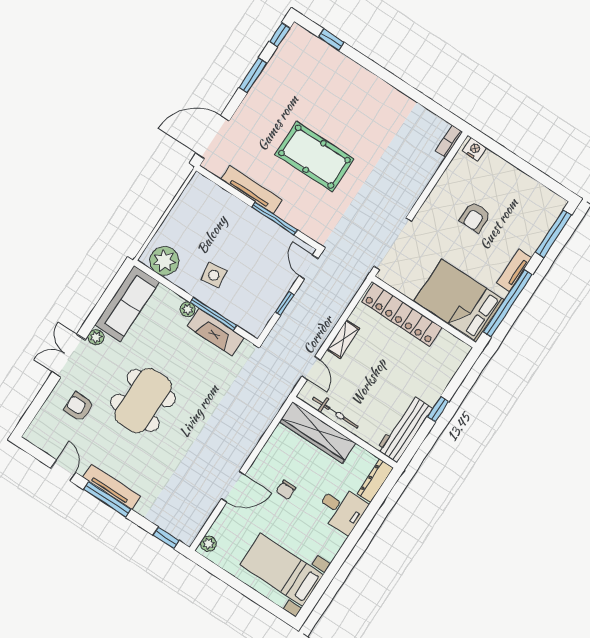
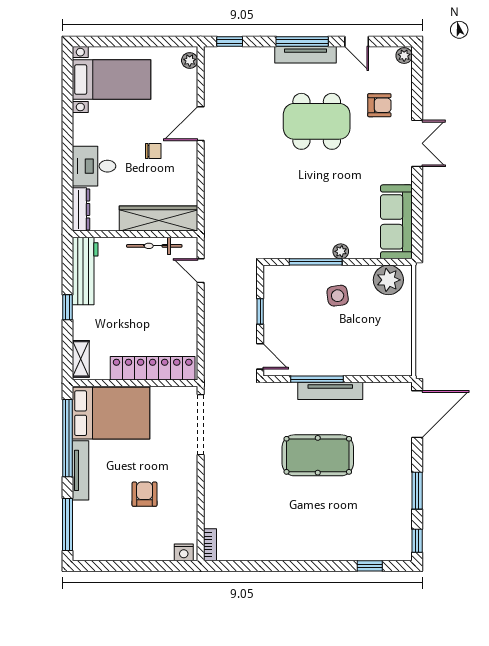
tv unit: (251, 190) -> (330, 391), moved
tv unit: (514, 270) -> (81, 470), width x1.41
fireplace: (216, 332) -> (304, 248), removed
plant: (96, 337) -> (404, 56), moved
shelving: (343, 339) -> (81, 359), moved
dining table: (143, 401) -> (317, 121), moved, turned 90
chair: (286, 490) -> (153, 151), turned 90

